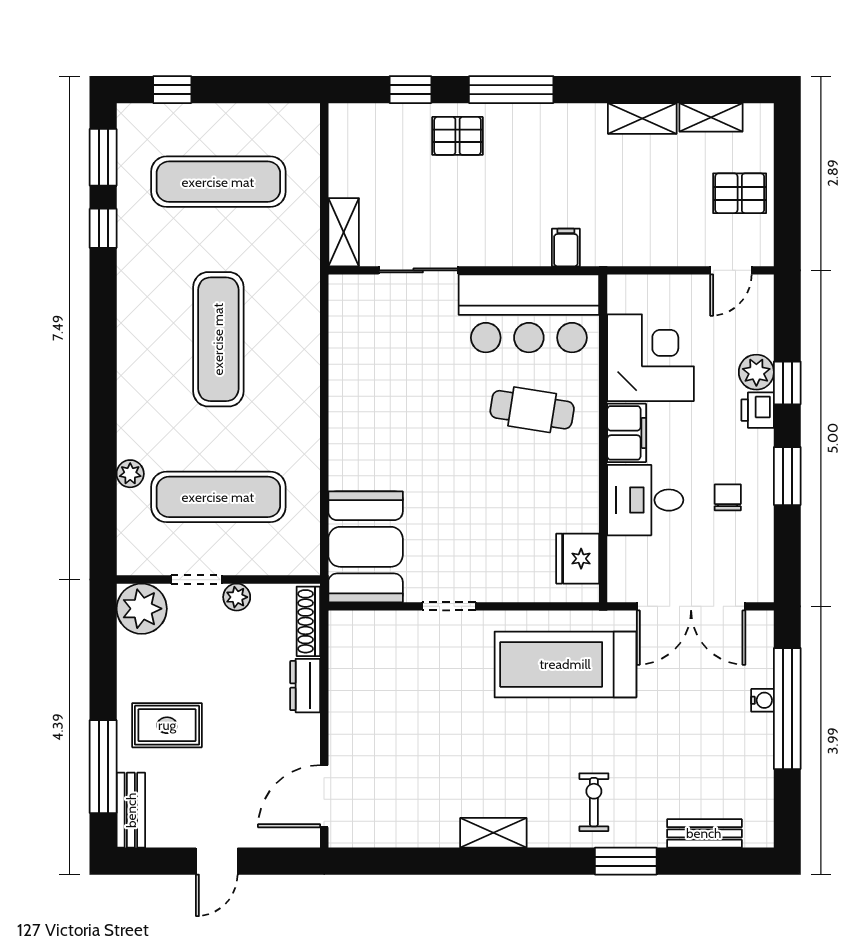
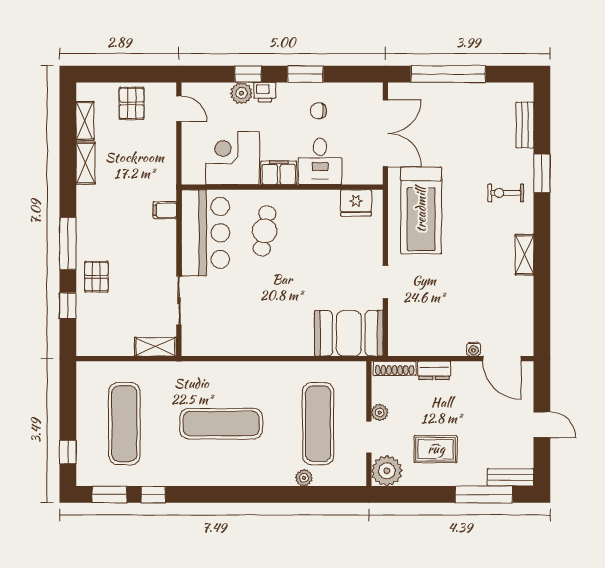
water cooler: (763, 700) -> (474, 349), moved, turned 180
rug: (167, 725) -> (436, 449), moved, turned 90

